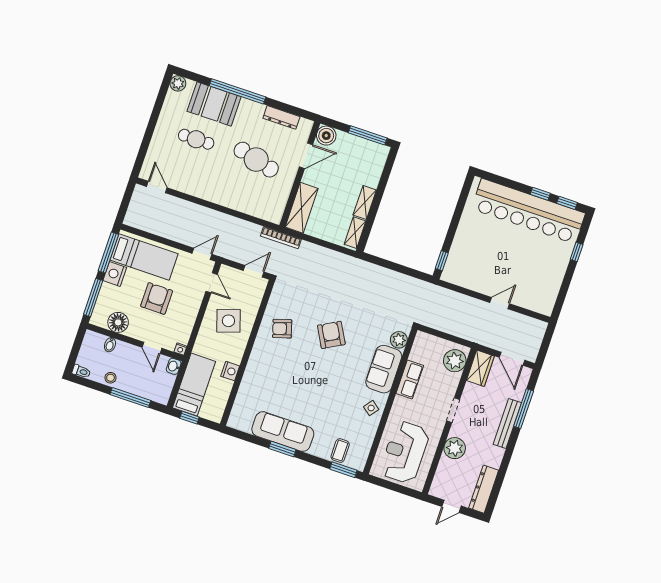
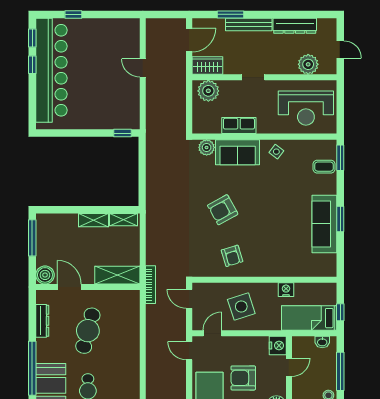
nightstand: (180, 349) -> (278, 346), width x1.89, depth x1.79
washbasin: (174, 366) -> (322, 342), moved
window: (524, 409) -> (230, 14), width x0.69
plant: (455, 448) -> (308, 64), moved
dresser: (484, 489) -> (295, 26), moved

